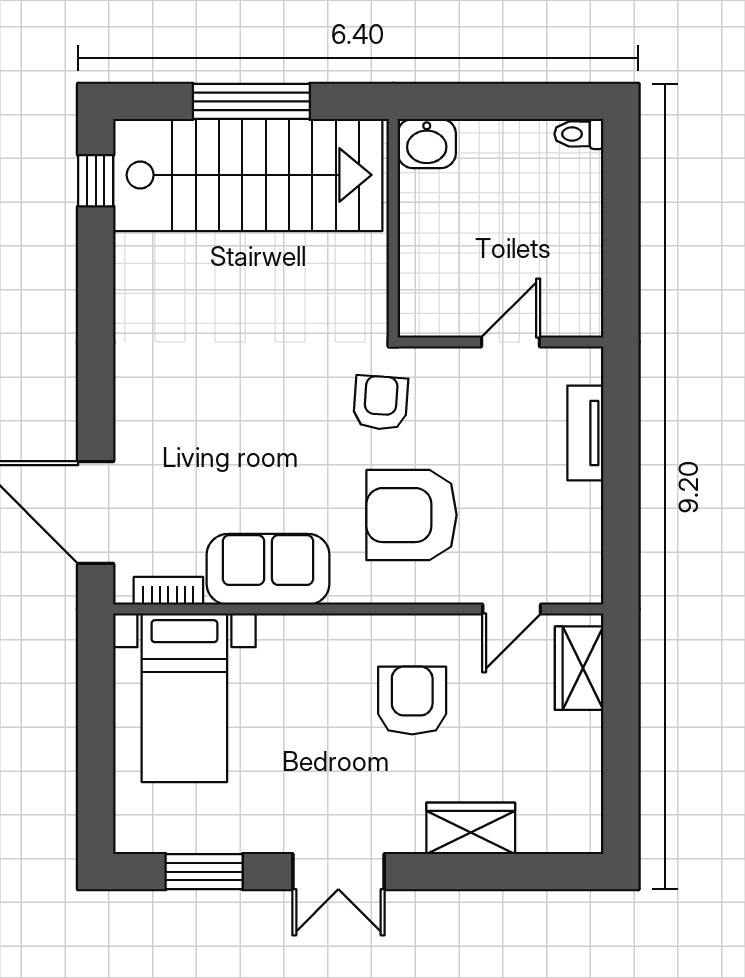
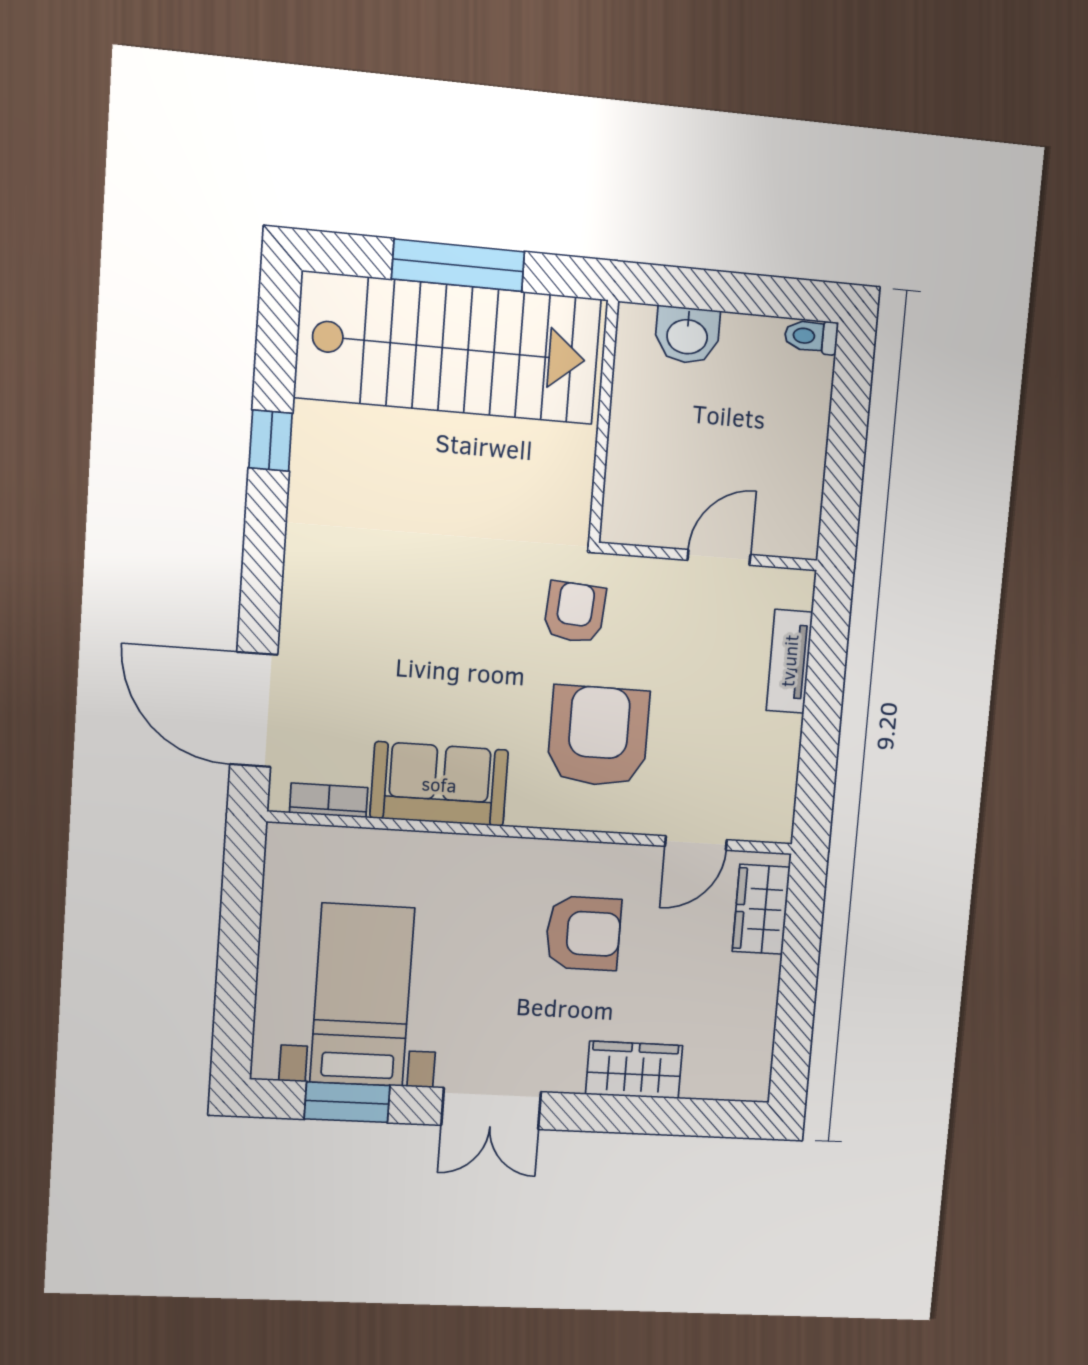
washbasin: (427, 143) -> (687, 335), moved
window: (96, 181) -> (271, 441), moved
armchair: (412, 515) -> (598, 736), turned 90
bed with nightstands: (184, 698) -> (362, 995), moved, turned 180
armchair: (412, 701) -> (583, 933), turned 90

